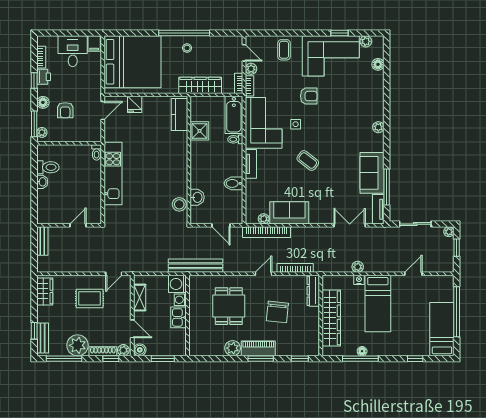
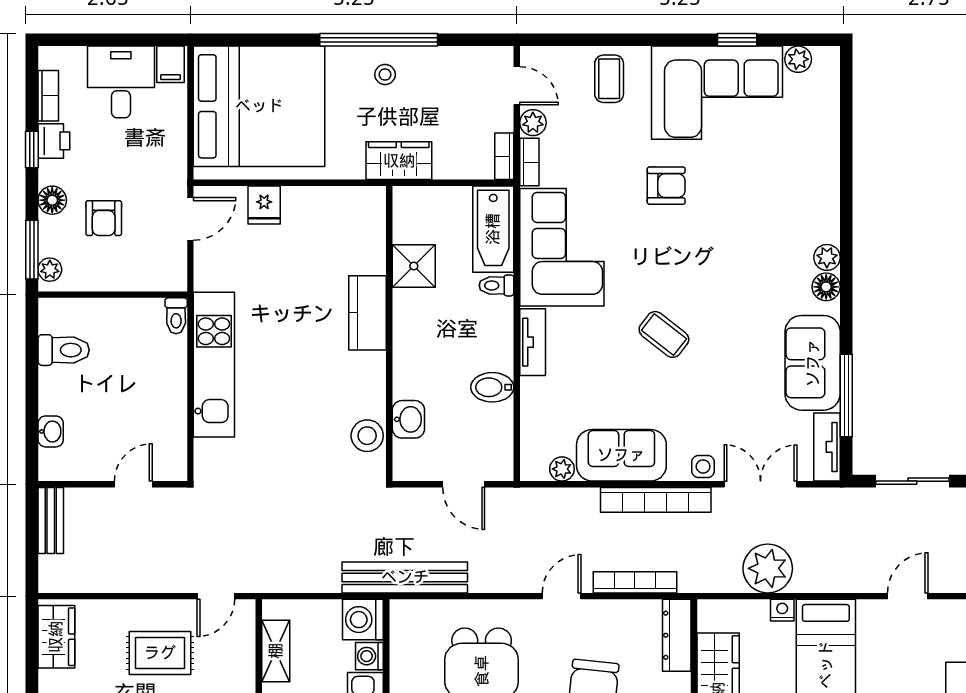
floor lamp: (378, 64) -> (826, 287), moved
wardrobe: (200, 85) -> (399, 161), width x0.67
kitchen counter: (179, 115) -> (368, 313), moved
side table: (296, 124) -> (703, 466), moved
washbasin: (42, 182) -> (51, 431), moved
bookcase: (266, 232) -> (656, 500), moved
plant: (358, 267) -> (768, 568), width x1.88, depth x1.88

